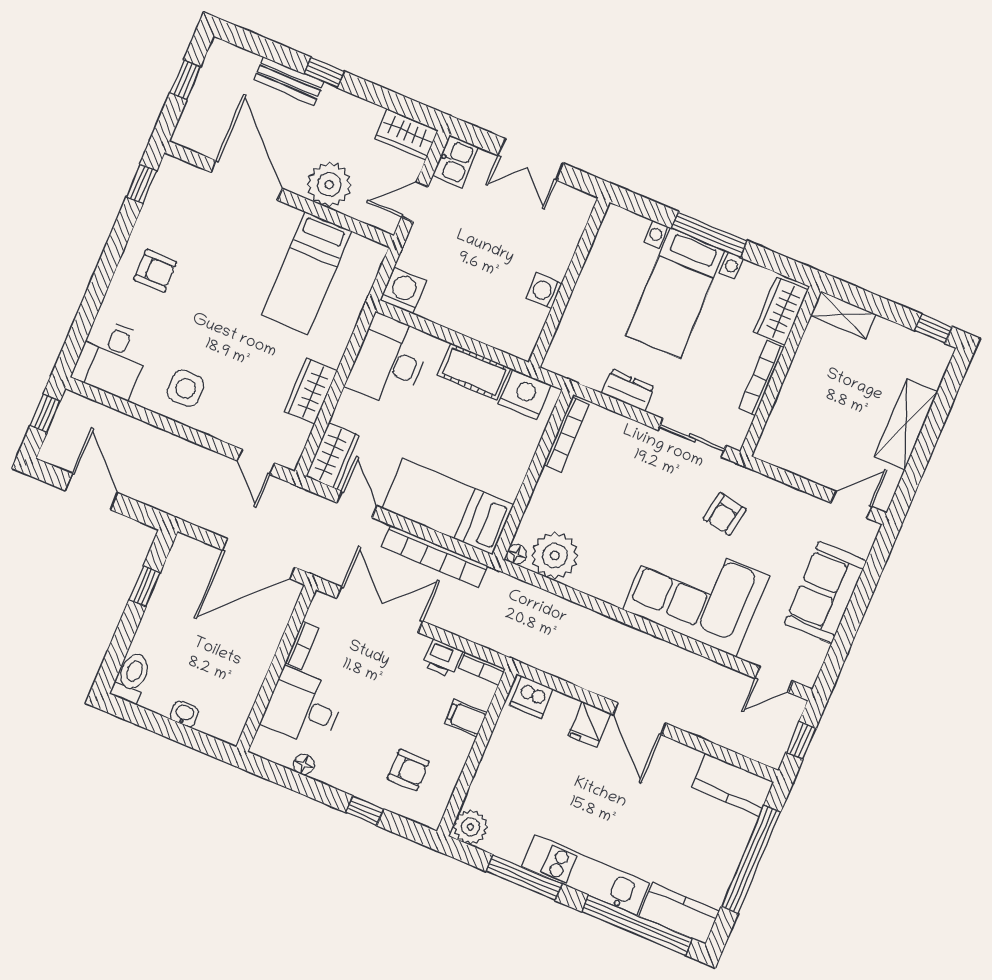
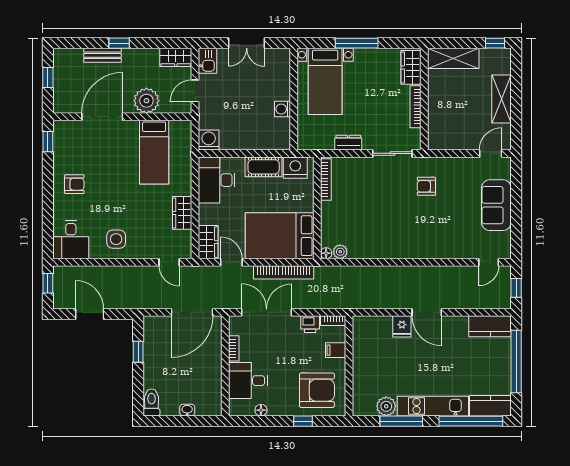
door: (247, 180) -> (102, 117), hinge flipped
bed with nightstands: (675, 293) -> (325, 81), moved
shelving: (843, 315) -> (453, 58), width x1.50, depth x1.33
bed: (448, 507) -> (280, 236), width x1.50
armchair: (725, 514) -> (426, 186), turned 80
plant: (555, 556) -> (340, 252), width x0.53, depth x0.53
corner sofa: (696, 593) -> (429, 234), removed
dishwasher: (531, 697) -> (365, 325), removed
armchair: (408, 770) -> (317, 390), width x1.88, depth x1.88
plant: (470, 827) -> (386, 406), moved

